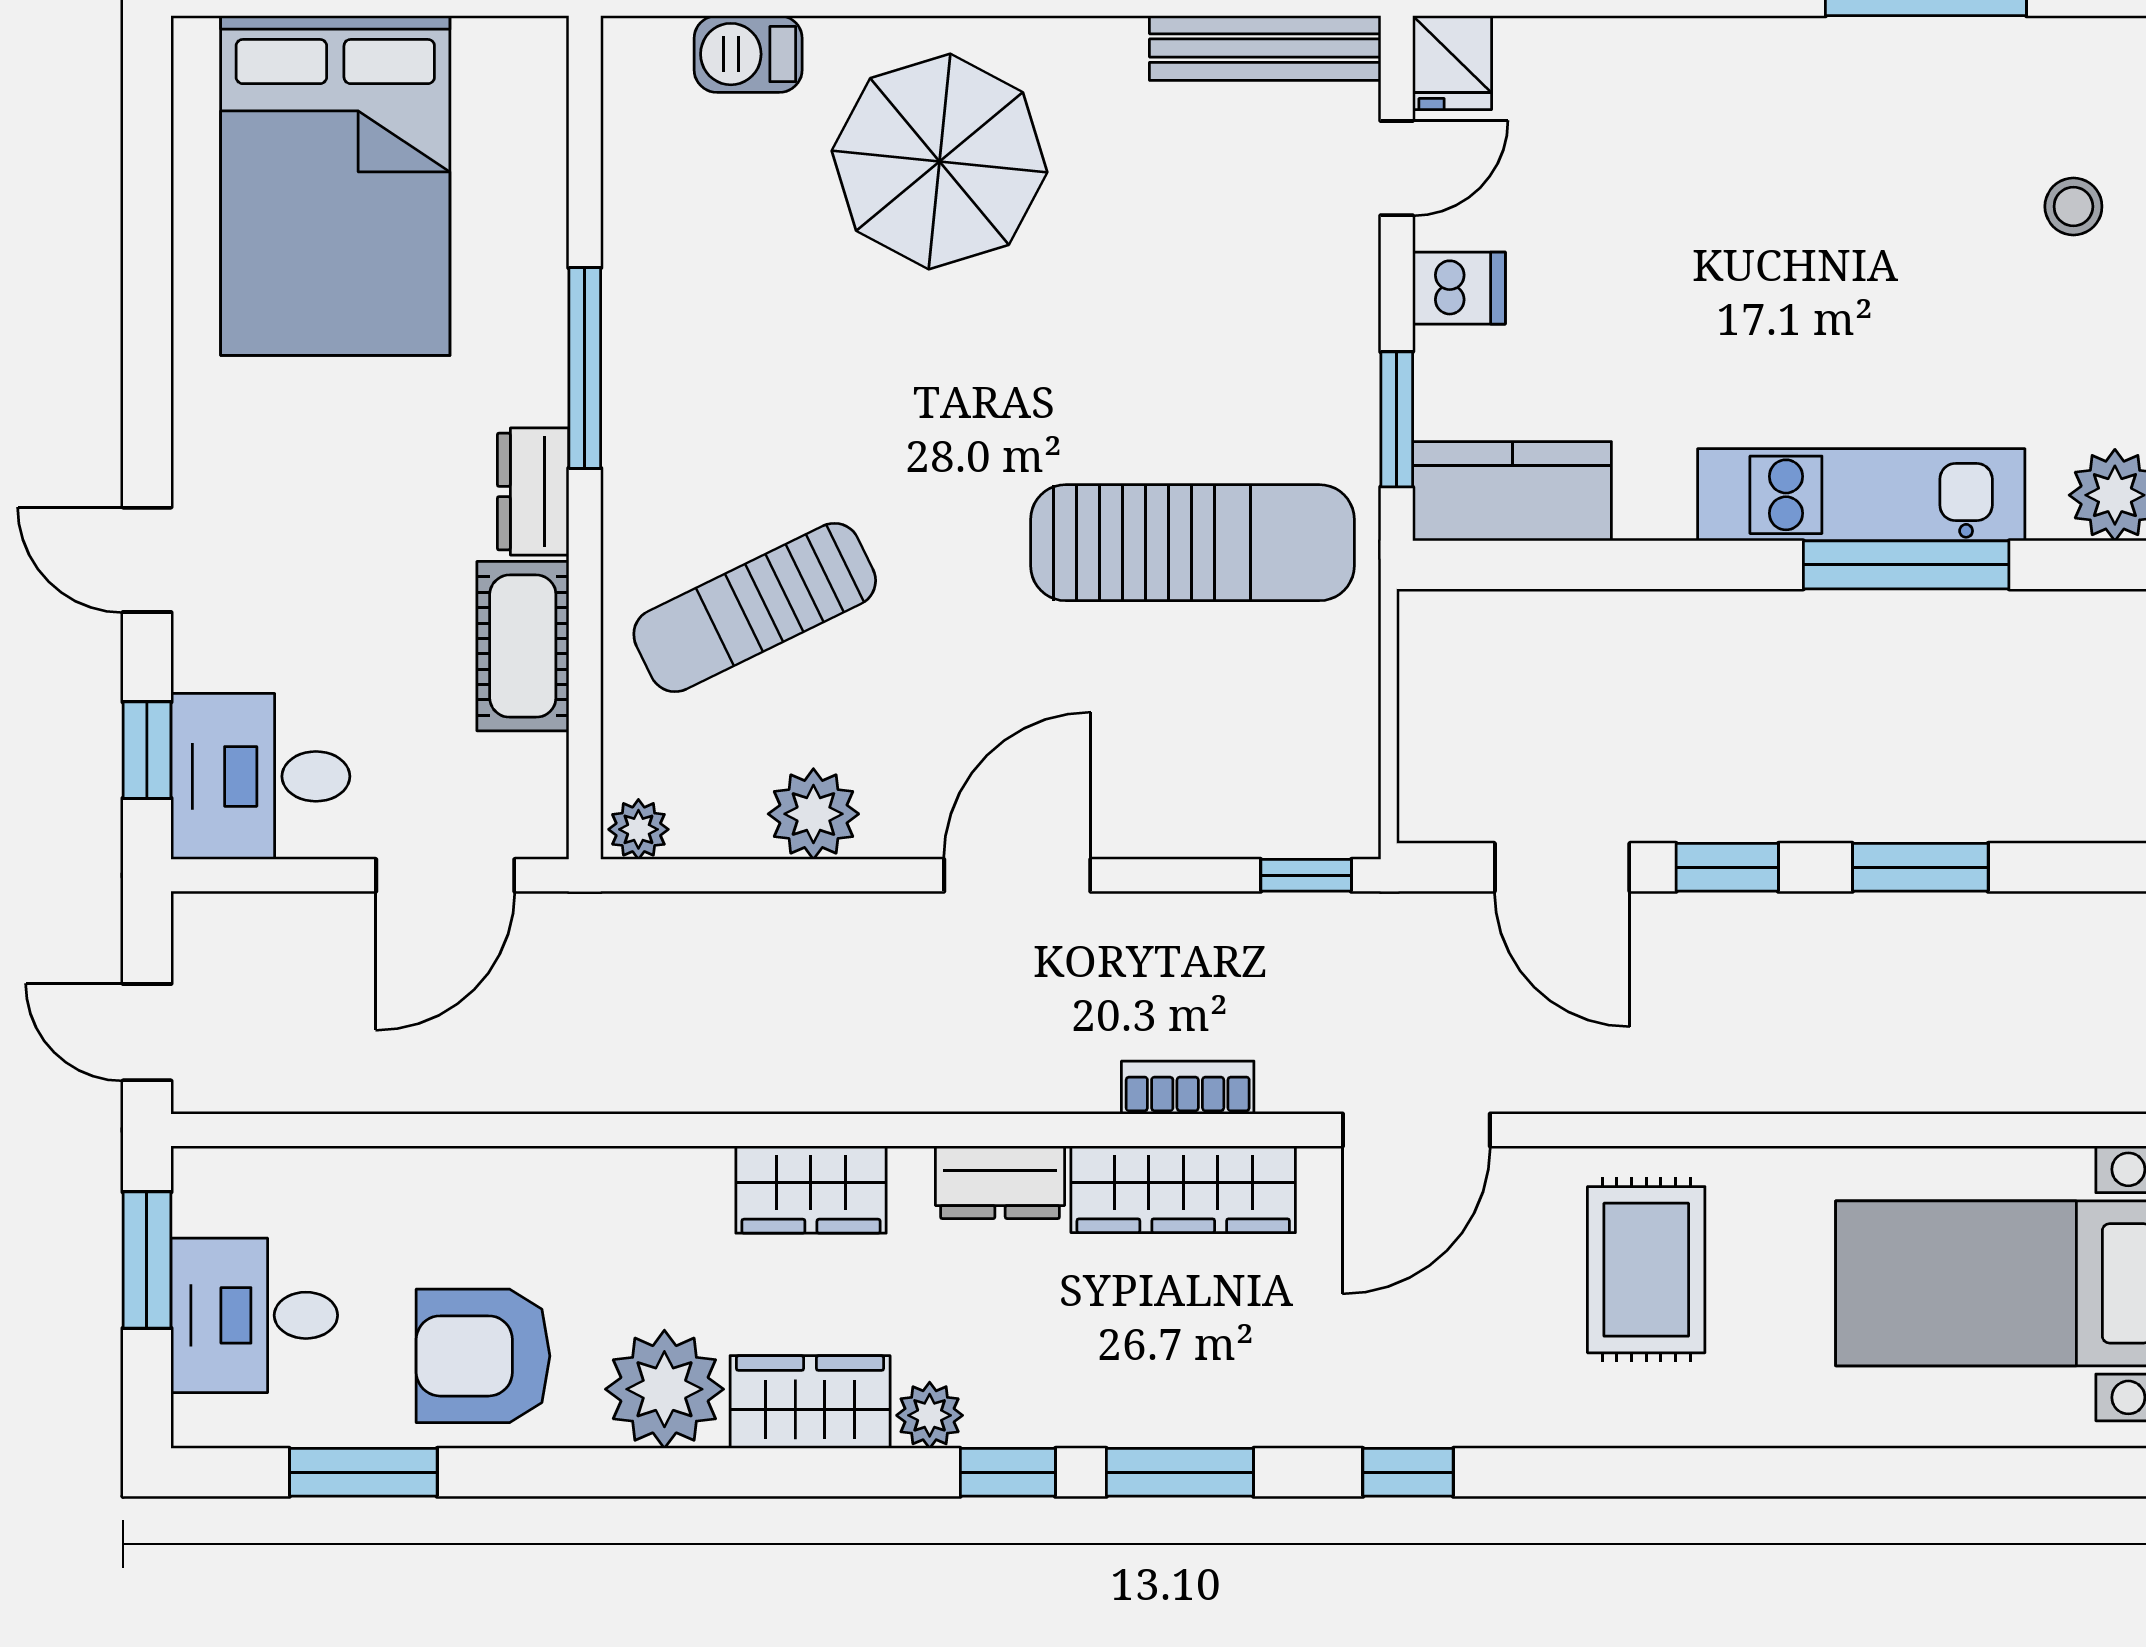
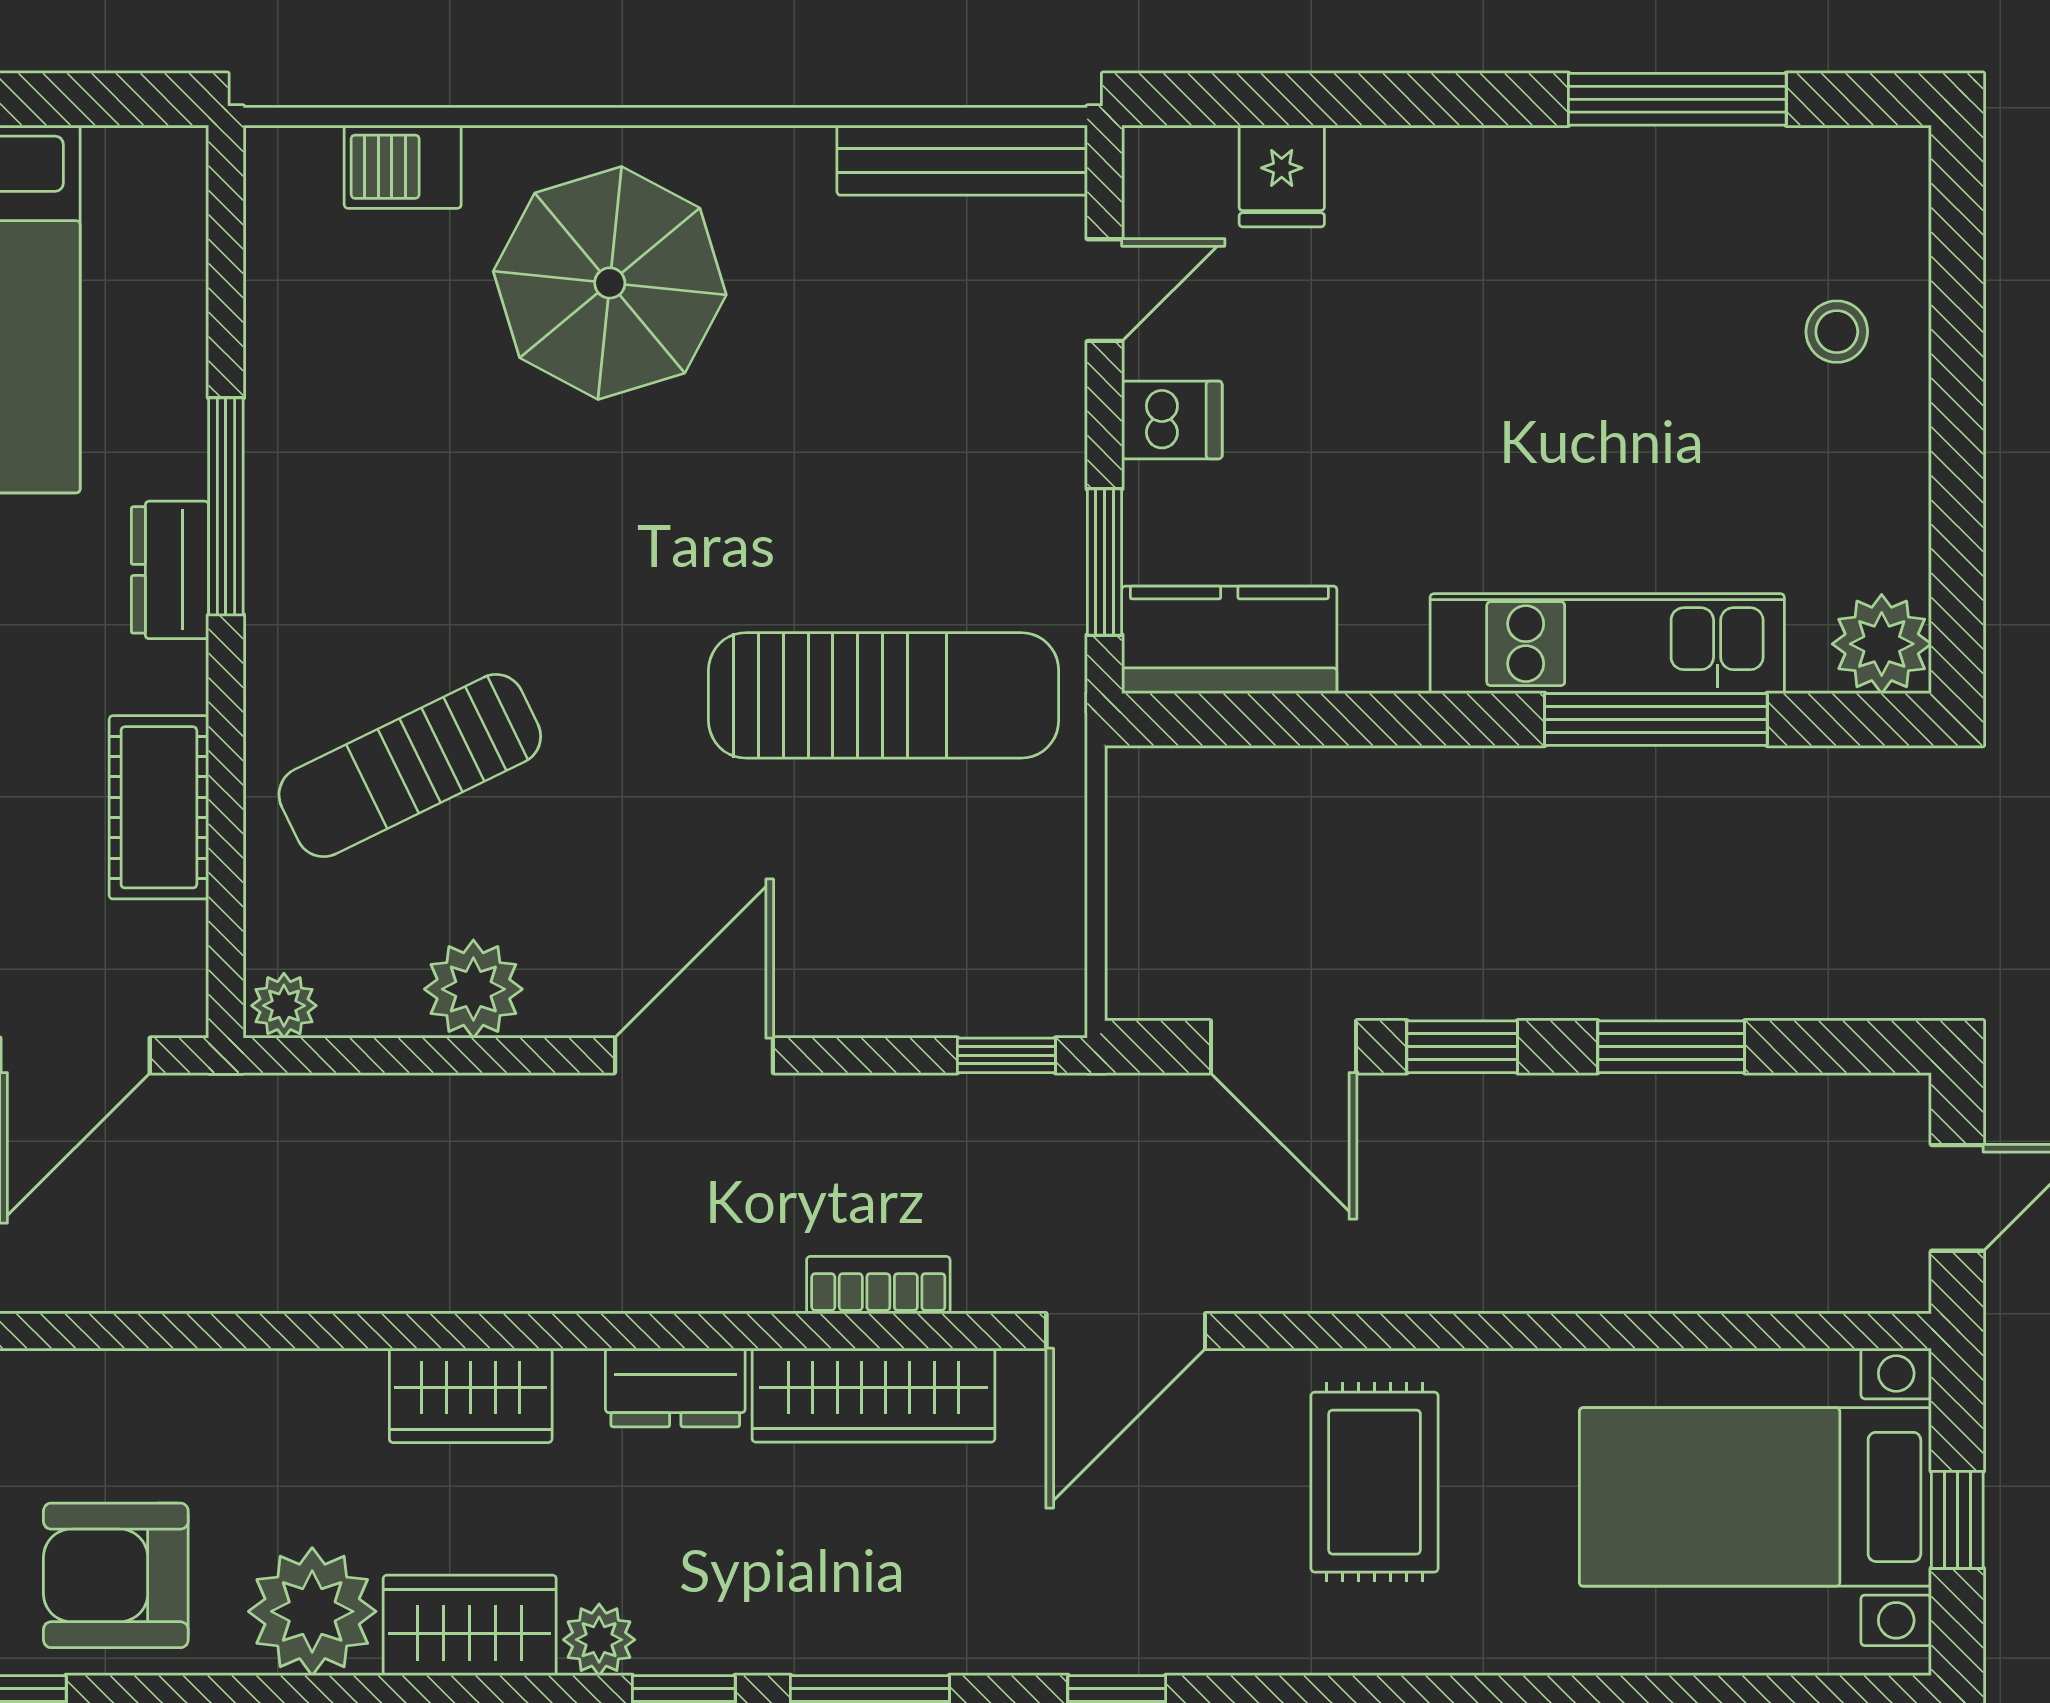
fridge: (1452, 63) -> (1282, 176), moved
dresser: (533, 492) -> (170, 570), moved

